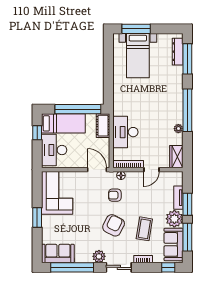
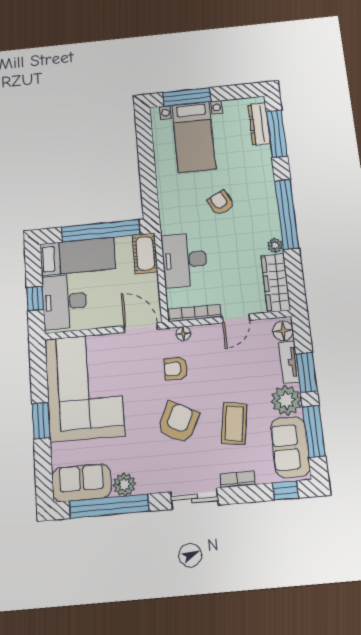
armchair: (150, 99) -> (221, 203), added
window: (37, 133) -> (35, 298), moved
wardrobe: (176, 157) -> (276, 283), width x1.50
floor lamp: (177, 179) -> (283, 331), added
corner sofa: (57, 193) -> (84, 387), width x1.36, depth x1.36
plant: (99, 256) -> (124, 484), moved

